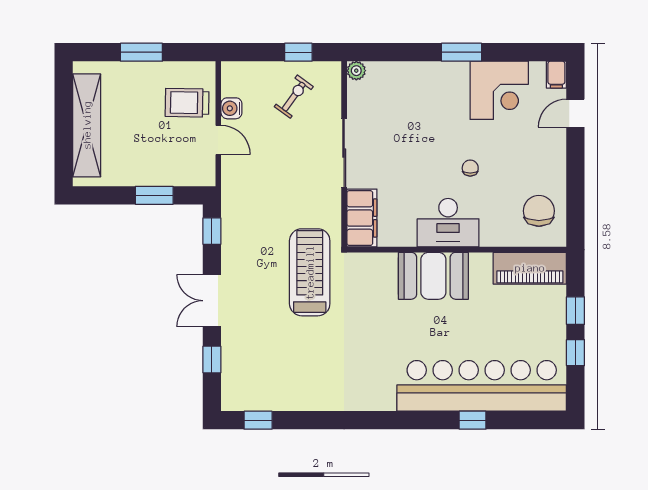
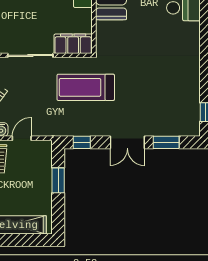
treadmill: (310, 272) -> (86, 87), moved
window: (212, 360) -> (166, 142), width x1.50

